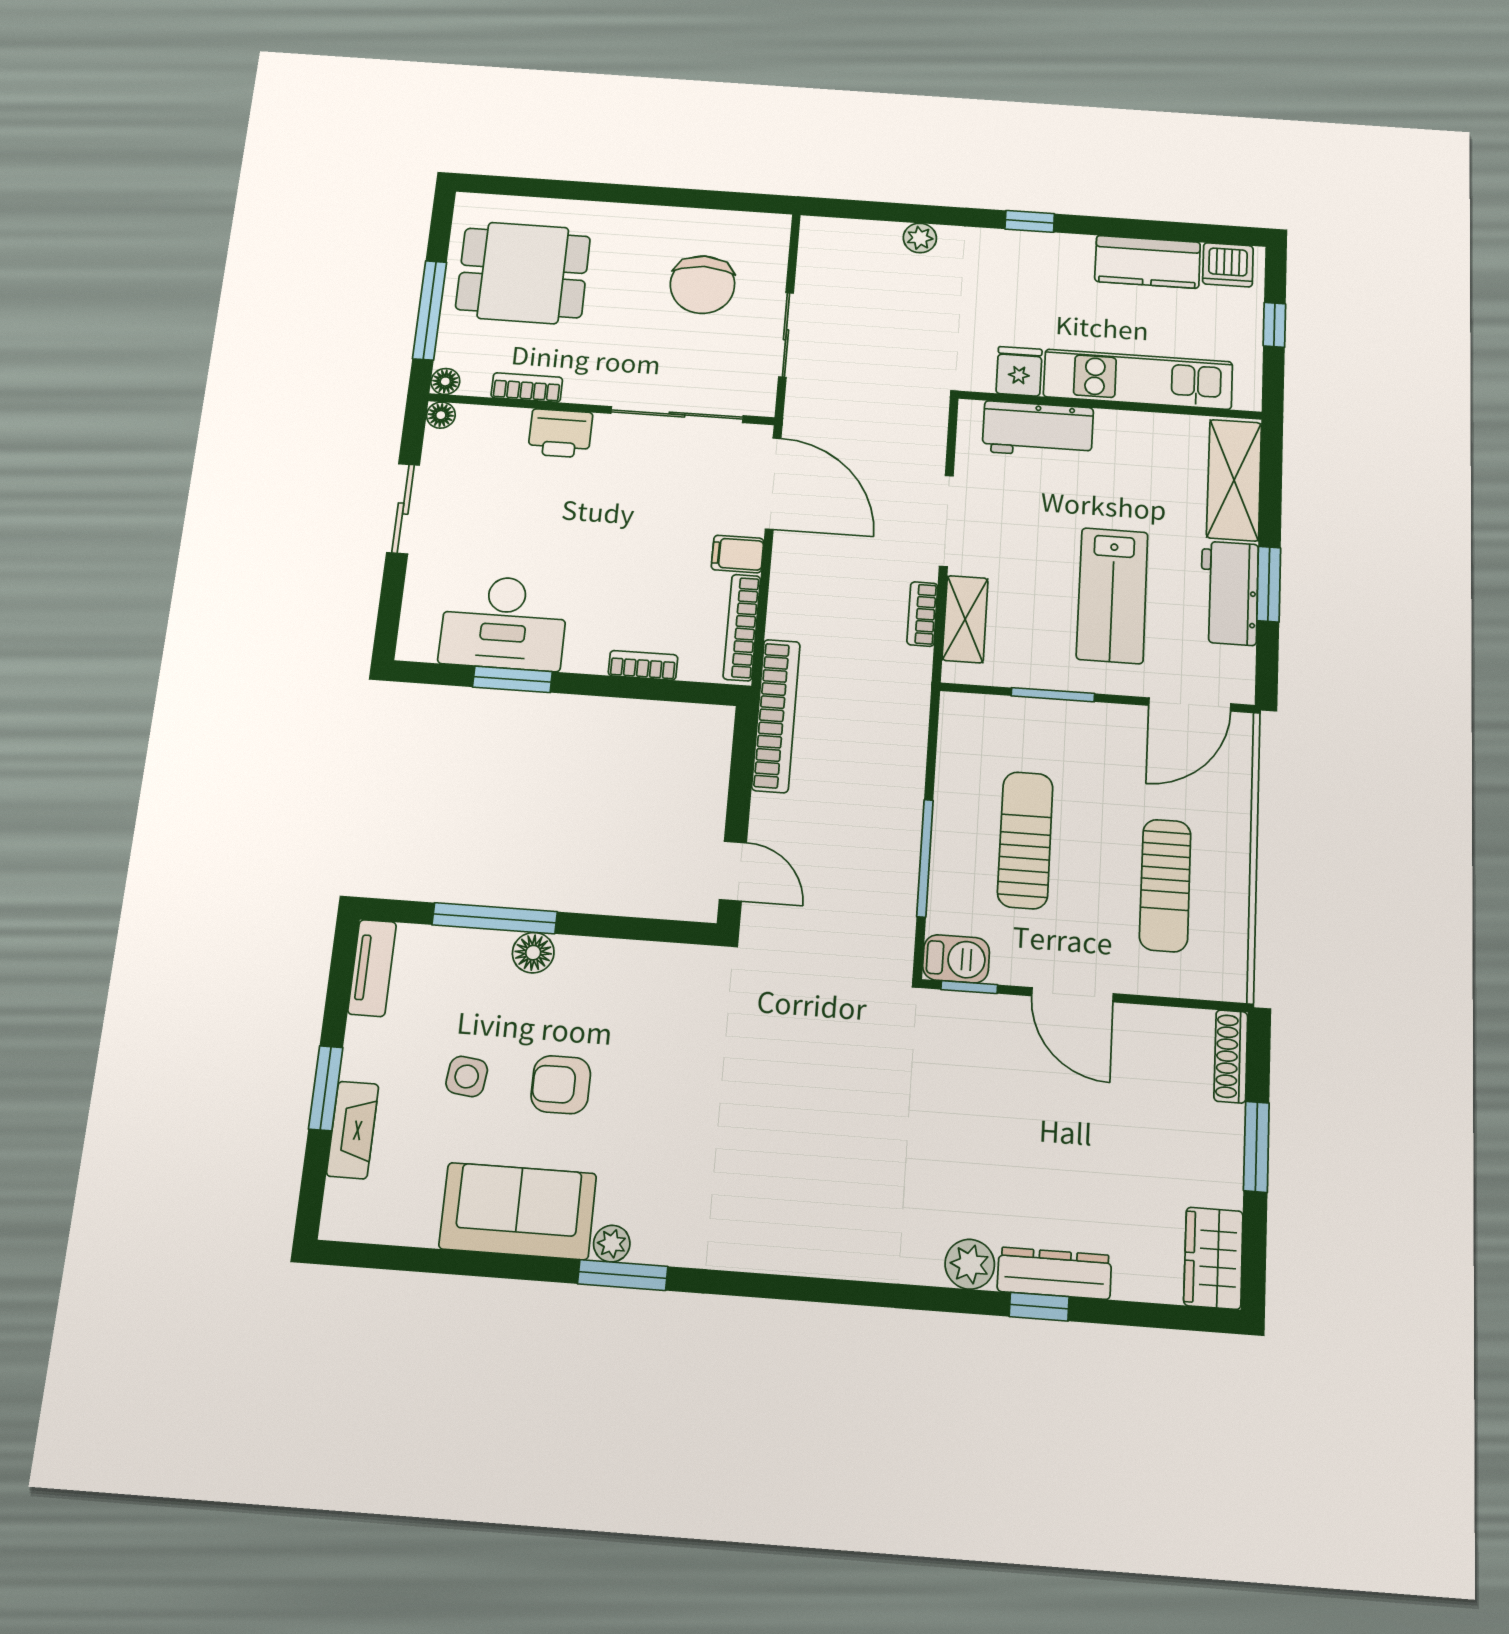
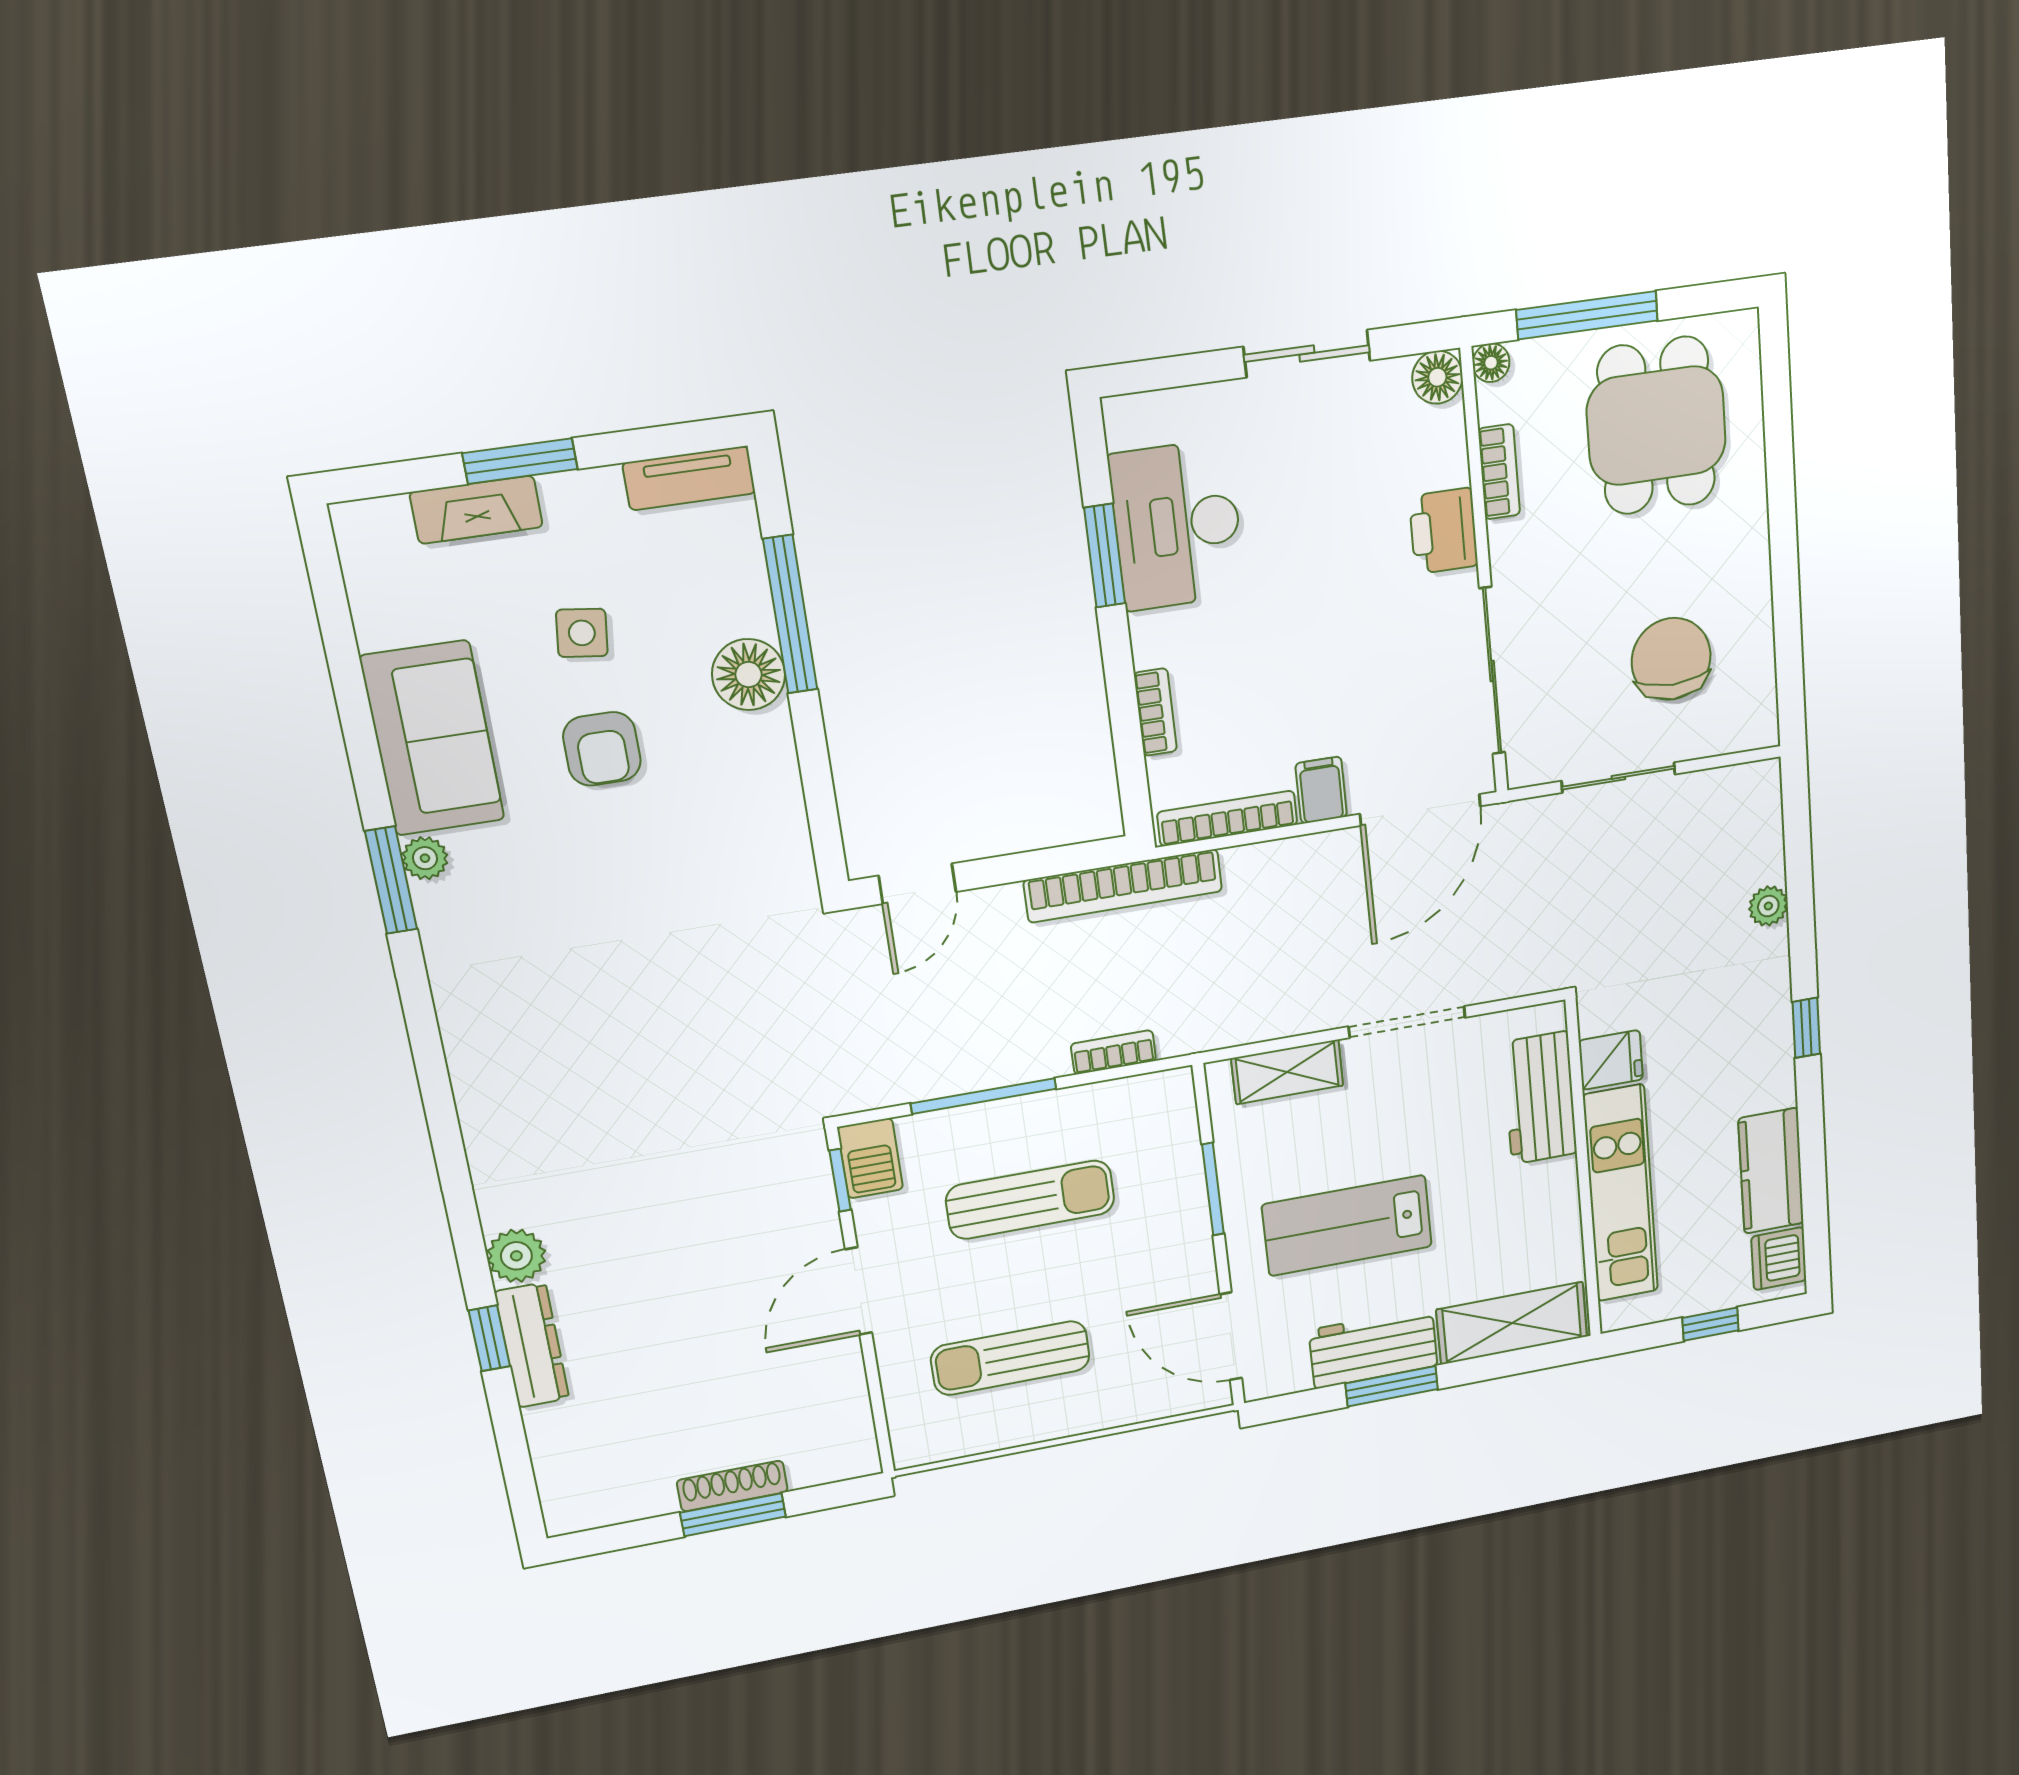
chair: (702, 285) -> (1671, 659), turned 90
floor lamp: (441, 415) -> (1437, 377), width x1.37, depth x1.37
bookcase: (922, 614) -> (1113, 1052), moved
floor lamp: (533, 953) -> (749, 675), width x1.38, depth x1.38
shoe rack: (1231, 1056) -> (732, 1486), moved
armchair: (561, 1085) -> (602, 749), turned 180
wardrobe: (1213, 1258) -> (596, 1500), removed

